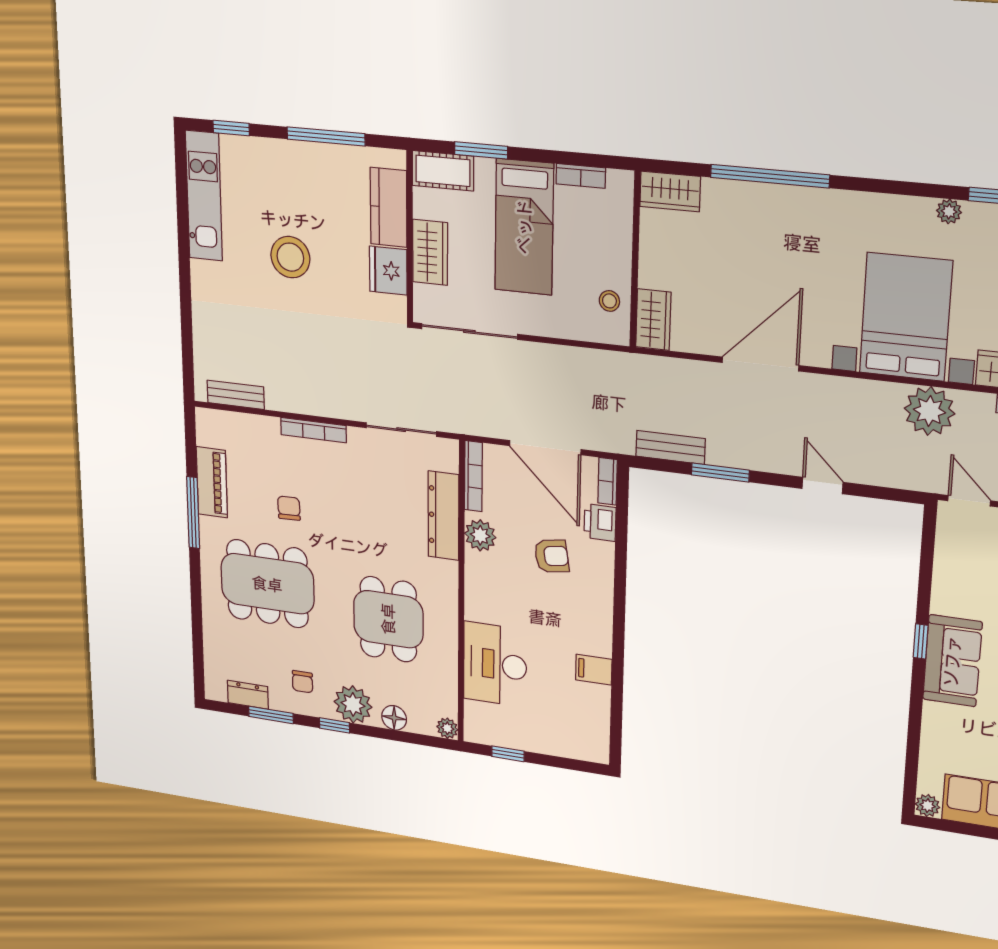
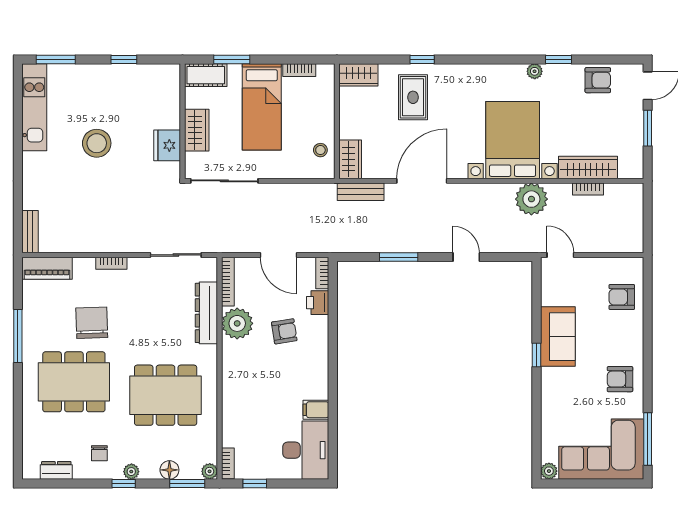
window: (231, 128) -> (56, 59), width x1.50
window: (326, 136) -> (124, 59), width x0.46
window: (770, 176) -> (422, 59), width x0.32
kitchen counter: (389, 207) -> (168, 103), removed
rug: (753, 234) -> (413, 97), added
bench: (236, 395) -> (30, 232), moved, turned 90
bookcase: (314, 430) -> (111, 263), width x0.64
bench: (671, 447) -> (361, 192), moved
door: (545, 448) -> (278, 255), width x0.73
piano: (212, 482) -> (47, 268), moved, turned 90
chair: (289, 508) -> (92, 323), width x1.87, depth x1.87
plant: (480, 535) -> (237, 323), width x1.36, depth x1.36
dining table: (388, 619) -> (166, 395), width x1.38
sofa: (952, 661) -> (558, 337), moved
desk: (495, 664) -> (306, 450), moved, turned 180
plant: (353, 704) -> (131, 472), width x0.53, depth x0.53
window: (271, 715) -> (187, 483), moved
bookcase: (472, 722) -> (228, 463), added

